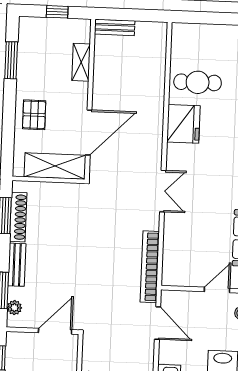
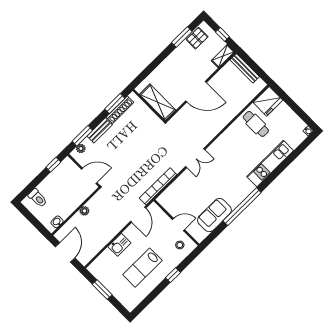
bench: (115, 27) -> (245, 68), width x1.36
shelving: (81, 62) -> (223, 56), moved
pallet: (34, 115) -> (197, 38), moved
fridge: (183, 124) -> (268, 101), moved
door: (89, 132) -> (196, 92), moved

